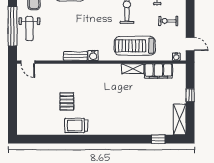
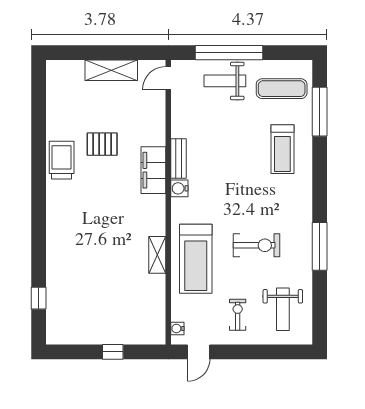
treadmill: (135, 46) -> (196, 259), turned 180
filing cabinet: (158, 71) -> (153, 170), moved
shelving: (180, 119) -> (111, 70), moved

